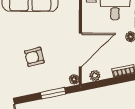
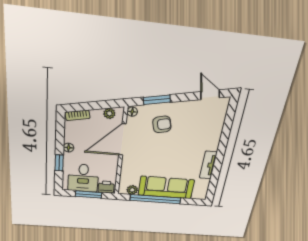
armchair: (34, 57) -> (162, 124), moved

